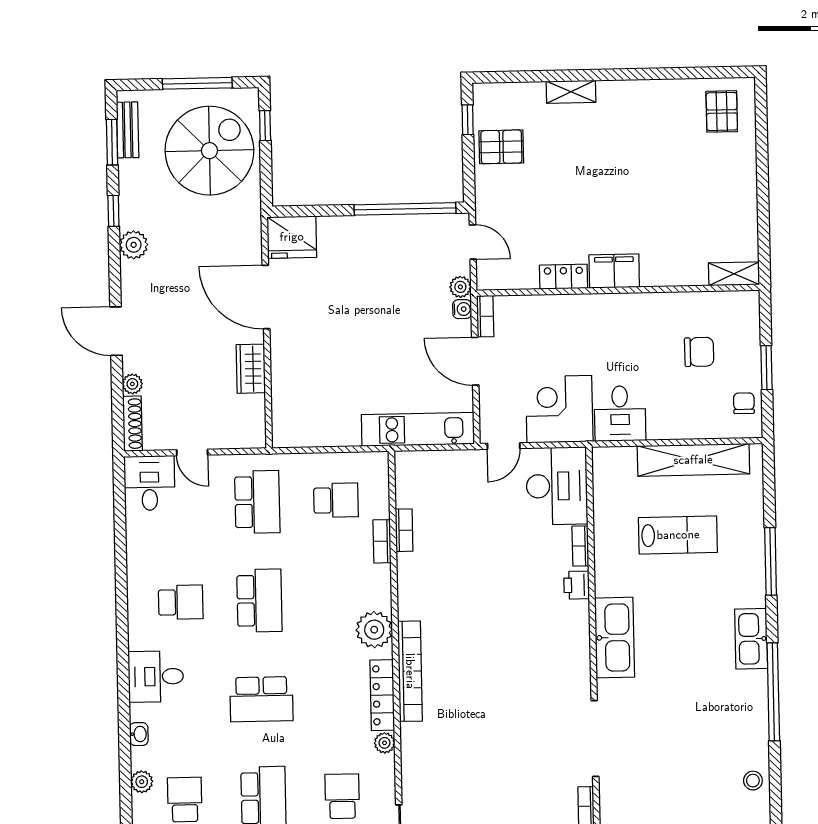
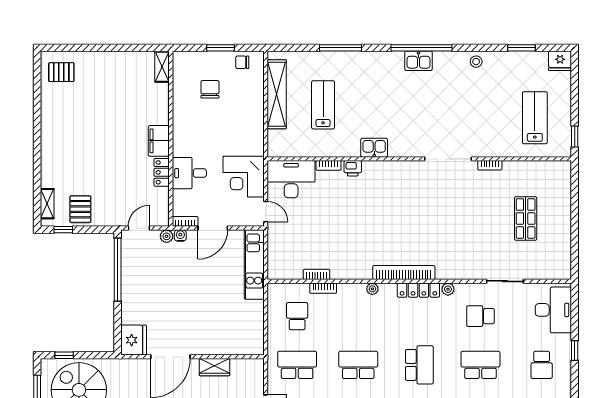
shelving: (571, 92) -> (47, 204), moved
desk: (620, 413) -> (189, 173), moved, turned 180
plant: (374, 630) -> (372, 289), width x0.53, depth x0.53
kitchen sink: (615, 638) -> (374, 148), width x0.53, depth x0.81
kitchen sink: (751, 639) -> (419, 61), moved, width x0.73

